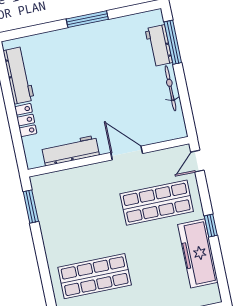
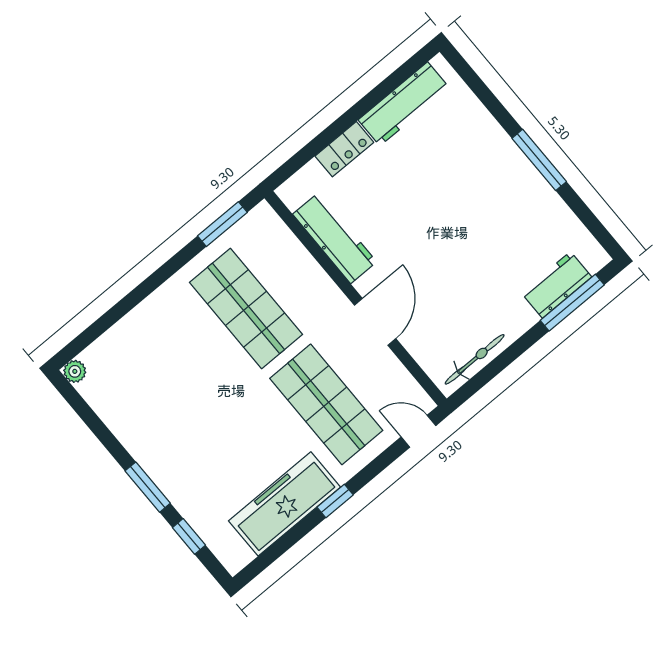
bicycle: (170, 88) -> (475, 359), moved
shop shelf: (95, 276) -> (246, 308), moved

